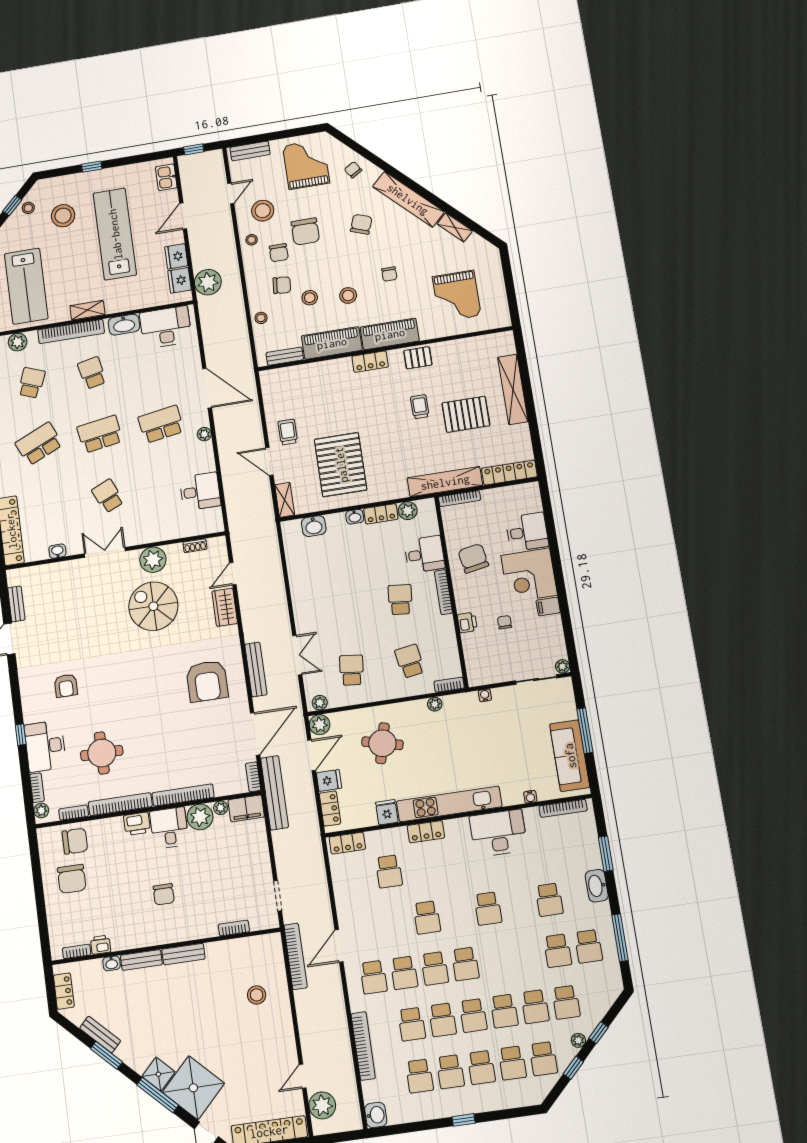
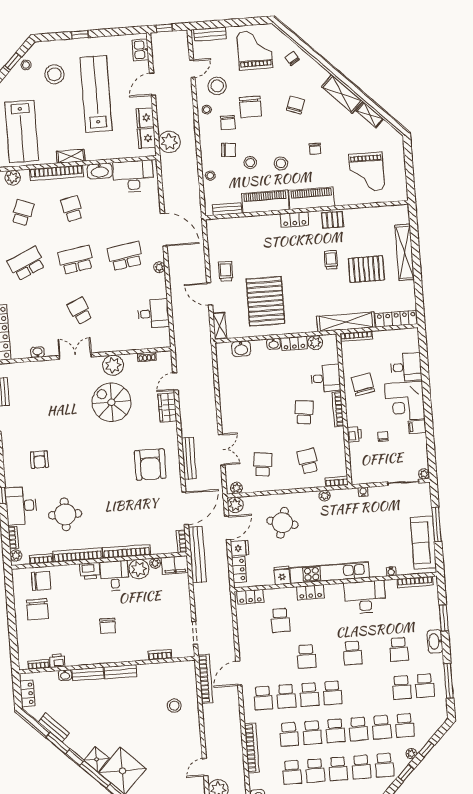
shelving: (408, 199) -> (342, 94), width x0.68

